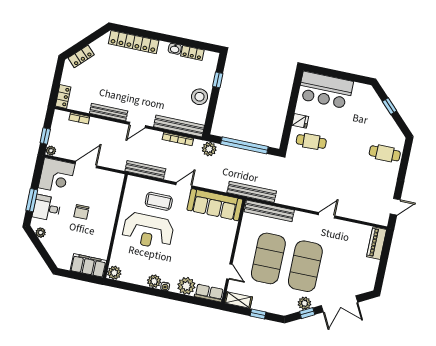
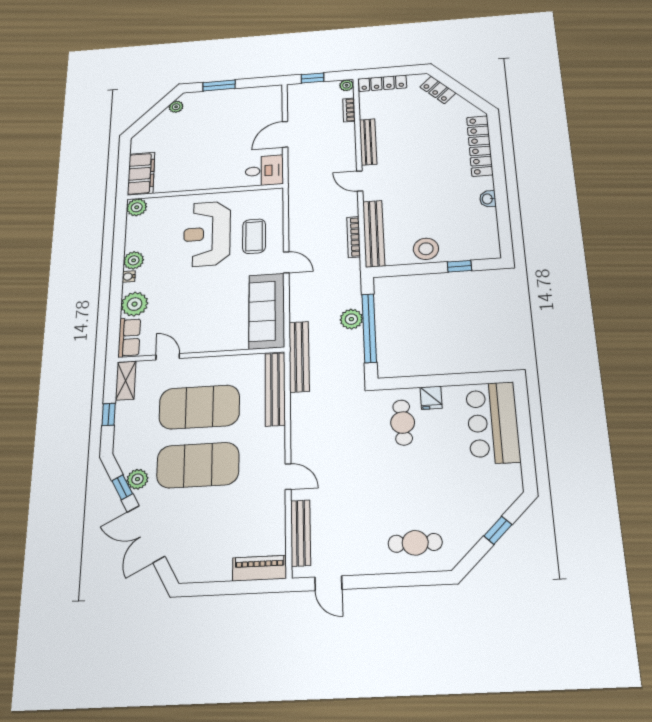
locker: (192, 53) -> (489, 223), removed
locker: (63, 96) -> (383, 83), width x1.53
plant: (209, 149) -> (351, 319), moved
plant: (51, 151) -> (347, 85), moved
cafe table: (385, 153) -> (415, 543), turned 90
door: (86, 165) -> (285, 134), swing flipped
bench: (145, 170) -> (301, 533), moved
corner desk: (57, 176) -> (260, 105), removed
desk: (47, 208) -> (264, 171), moved, turned 90
chair: (81, 212) -> (216, 146), removed
door: (229, 272) -> (168, 357), swing flipped

